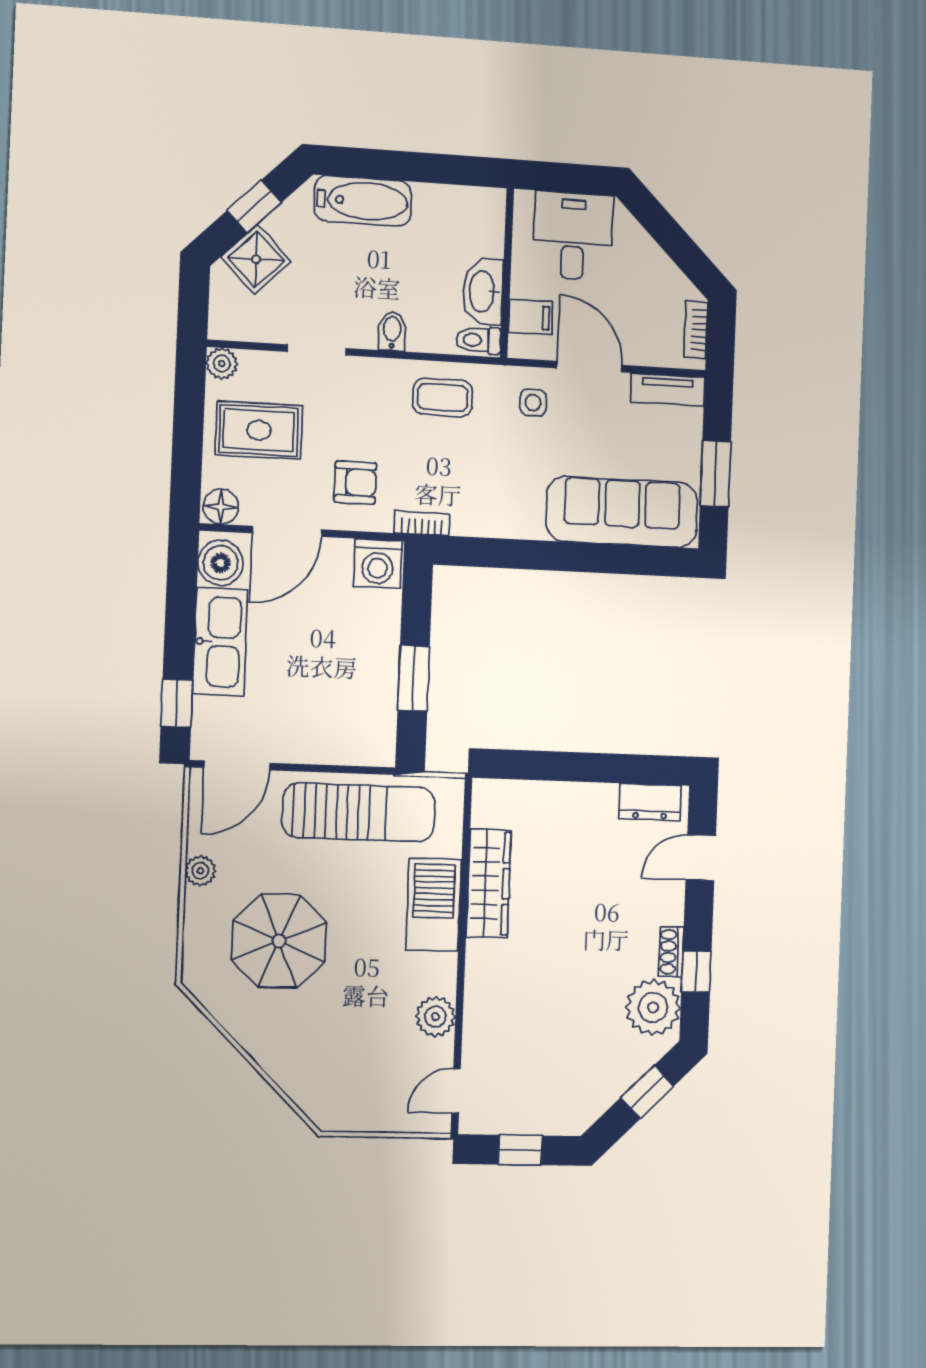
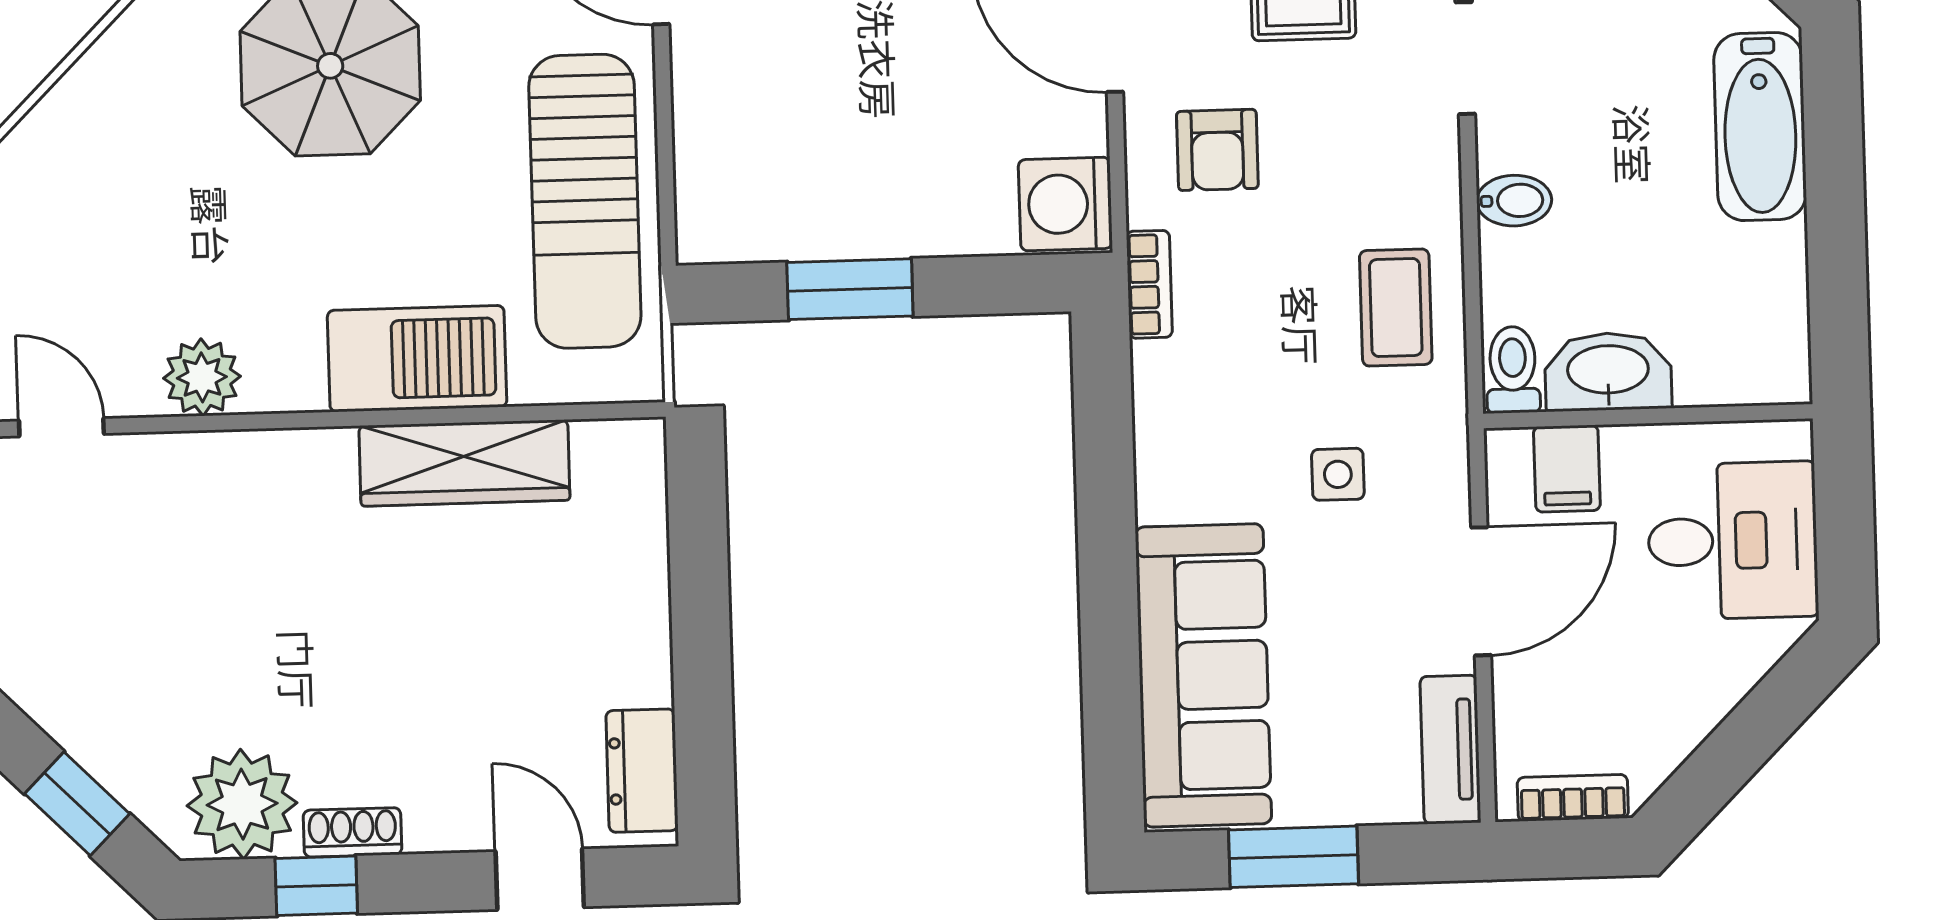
side table: (533, 402) -> (1338, 474), moved

